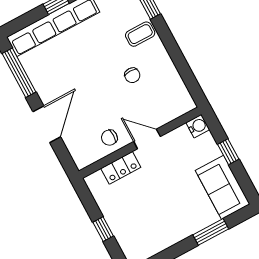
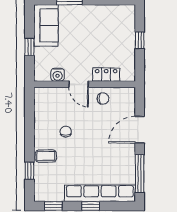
water cooler: (198, 126) -> (58, 75), moved, turned -90

